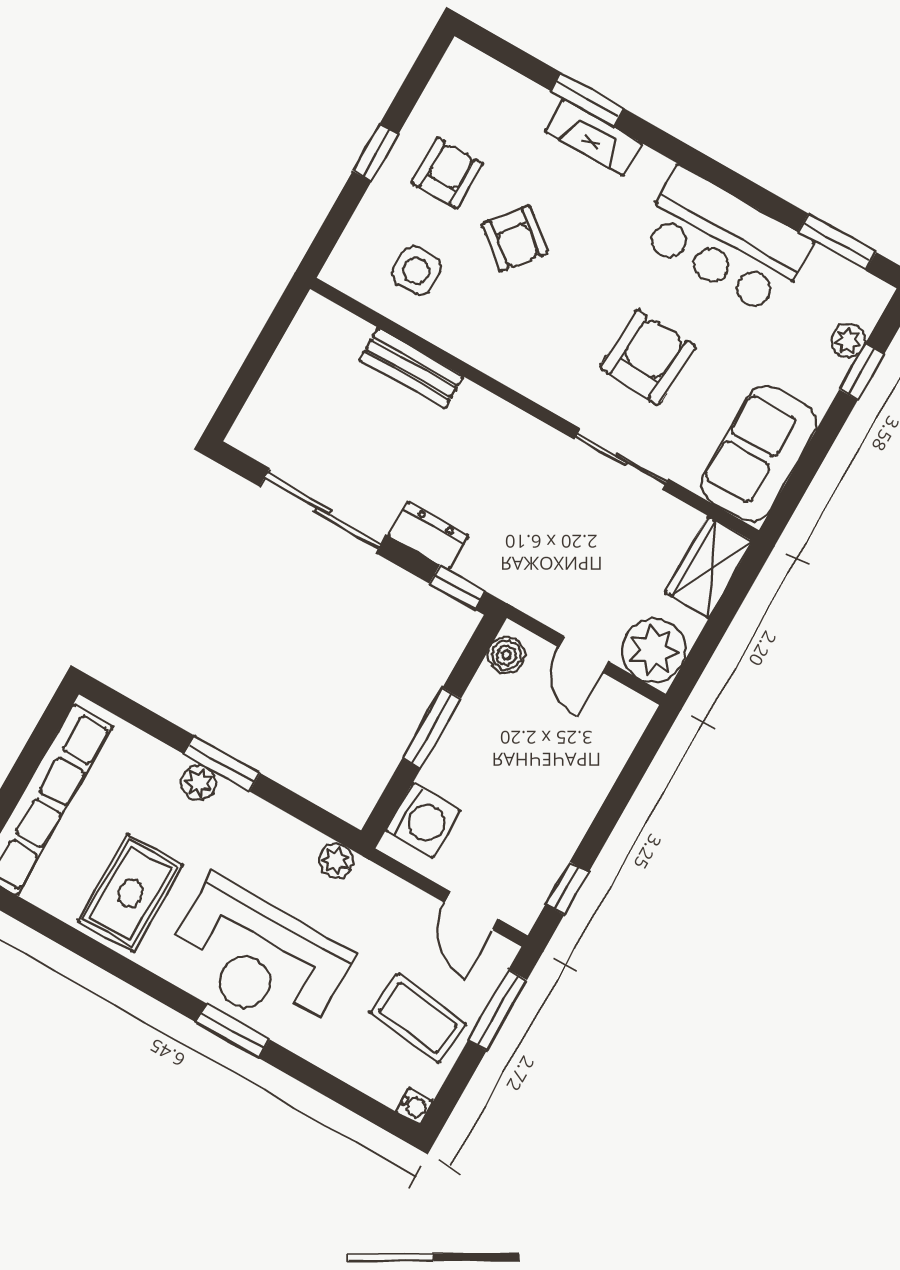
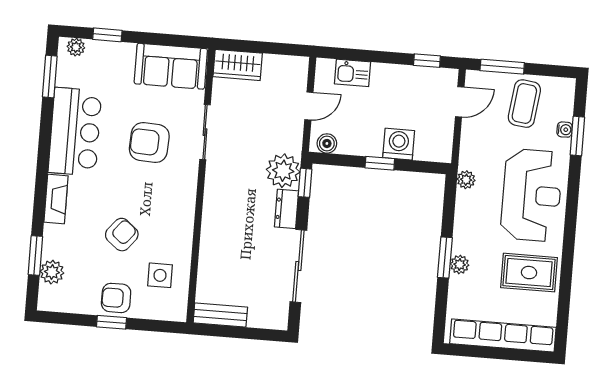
plant: (507, 92) -> (52, 272), added
window: (587, 100) -> (35, 256), moved
fireplace: (593, 137) -> (56, 199), moved
armchair: (447, 173) -> (116, 298), moved
plant: (848, 341) -> (76, 47), moved
bench: (411, 368) -> (220, 315), moved, turned 90
plant: (654, 651) -> (283, 171), moved
window: (432, 728) -> (380, 163), width x0.67
kitchen sink: (605, 754) -> (353, 73), added
washing machine: (423, 821) -> (399, 144), moved
window: (233, 1031) -> (577, 136), moved
water cooler: (414, 1106) -> (565, 130), moved, turned 90

